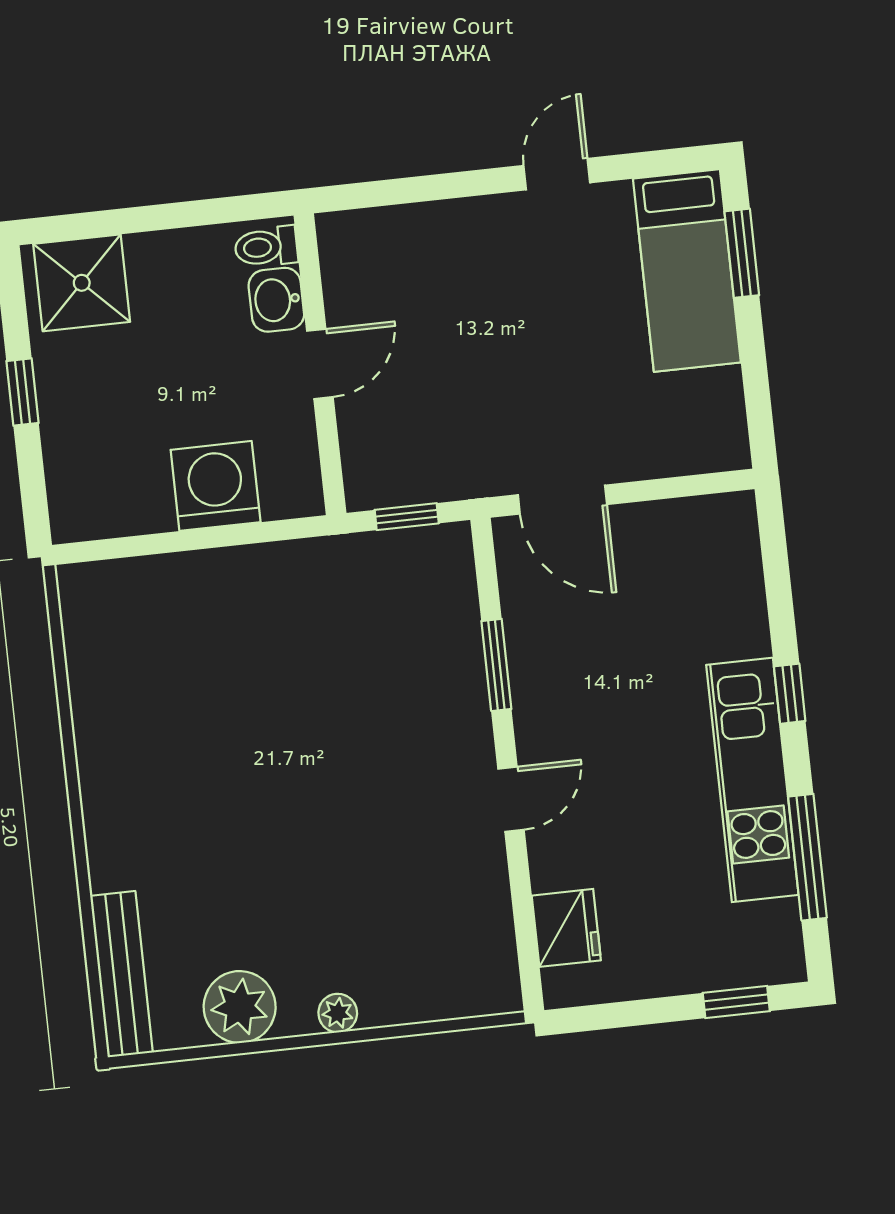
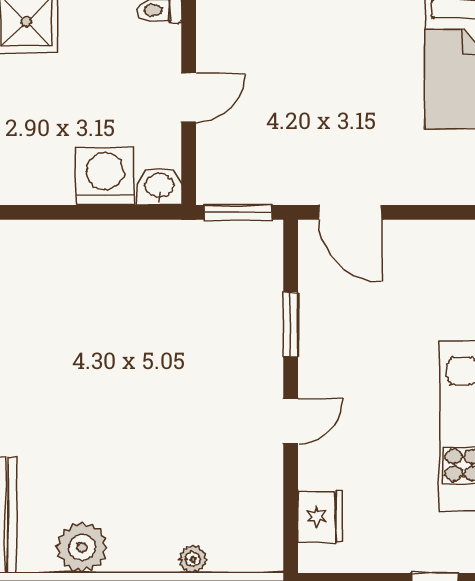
washbasin: (276, 300) -> (159, 186), moved, turned 90
window: (407, 517) -> (238, 212), width x1.50
plant: (338, 1013) -> (193, 559), moved

